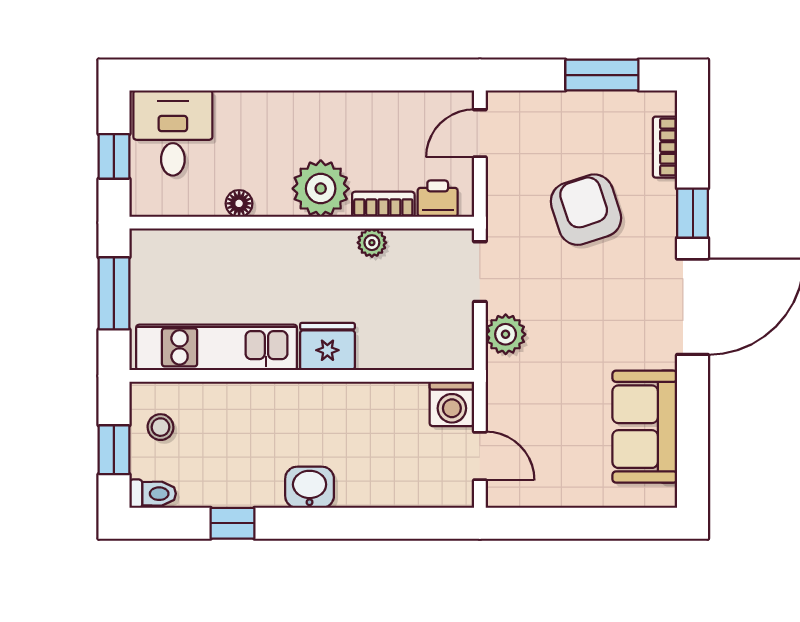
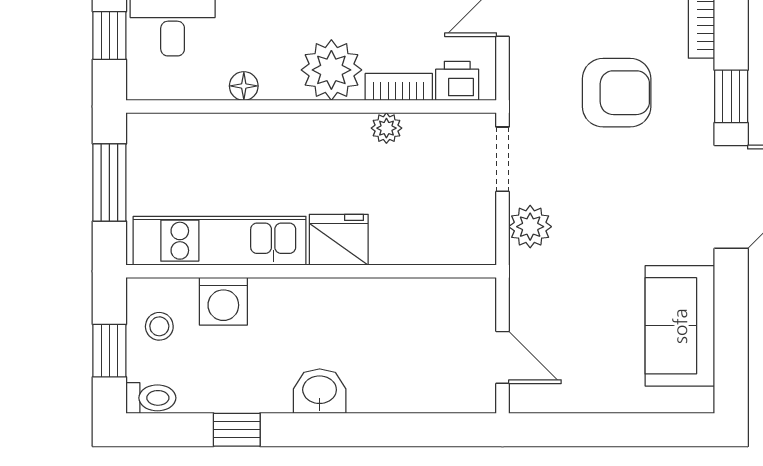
armchair: (586, 210) -> (617, 93), turned 108
washing machine: (452, 404) -> (223, 301), moved

